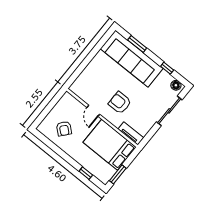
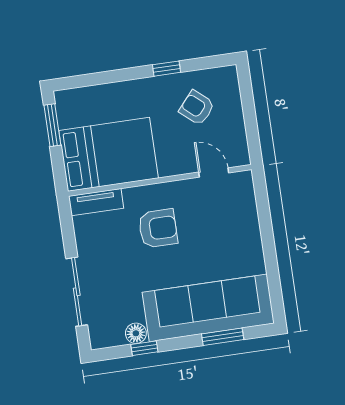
floor lamp: (176, 85) -> (136, 333), moved
door: (93, 111) -> (214, 173), moved
window: (86, 173) -> (167, 69), moved

